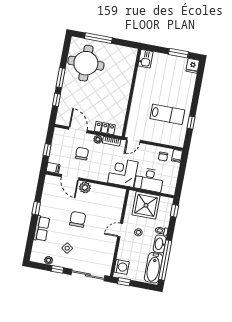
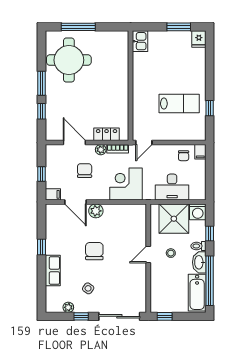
corner desk: (123, 172) -> (126, 184), moved
window: (174, 211) -> (210, 233), moved
washing machine: (122, 267) -> (198, 212), moved, turned 90

